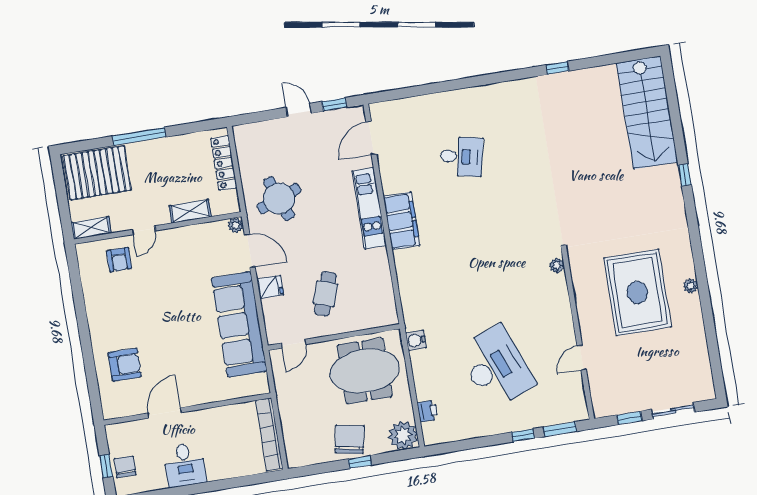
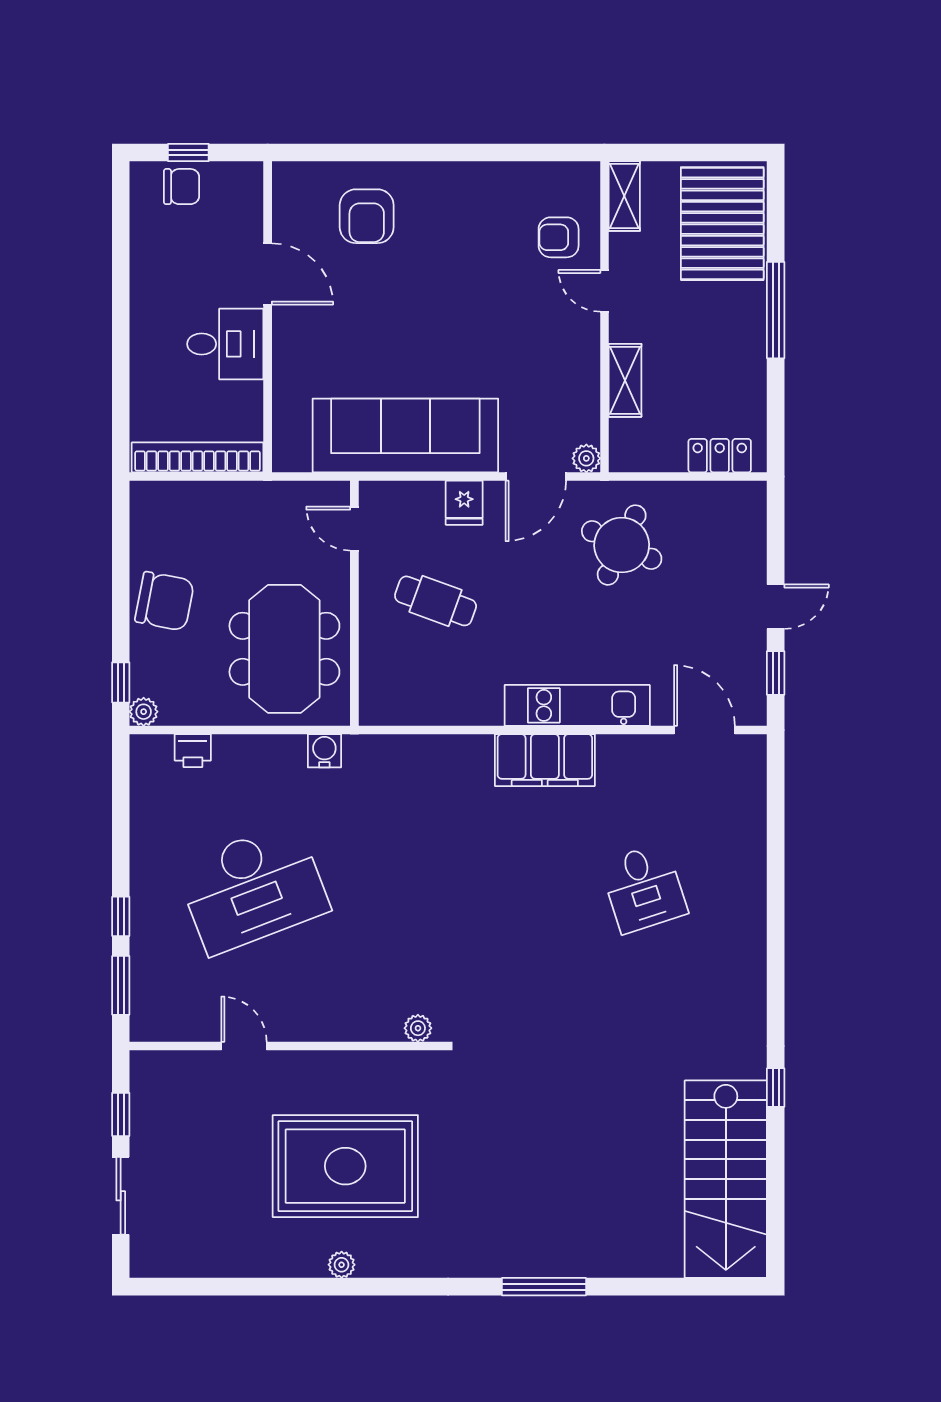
stairs: (647, 113) -> (726, 1179), moved, turned -90
desk: (462, 157) -> (644, 888), turned -30
locker: (224, 163) -> (720, 456), width x0.66
window: (685, 175) -> (544, 1287), width x2.17
round table: (279, 199) -> (622, 545), turned 45
plant: (403, 435) -> (144, 712), width x0.53, depth x0.53
window: (360, 462) -> (121, 682), moved
desk: (185, 465) -> (225, 344), moved, turned 180

